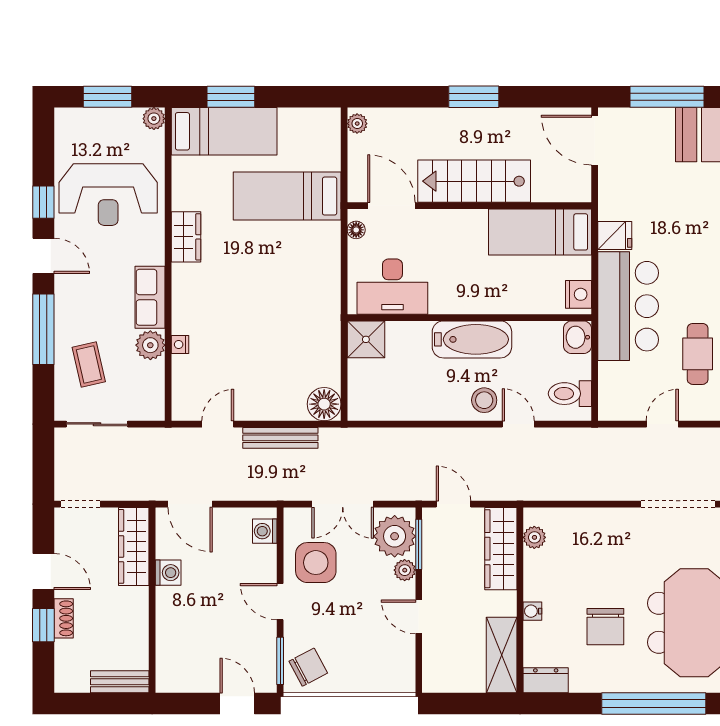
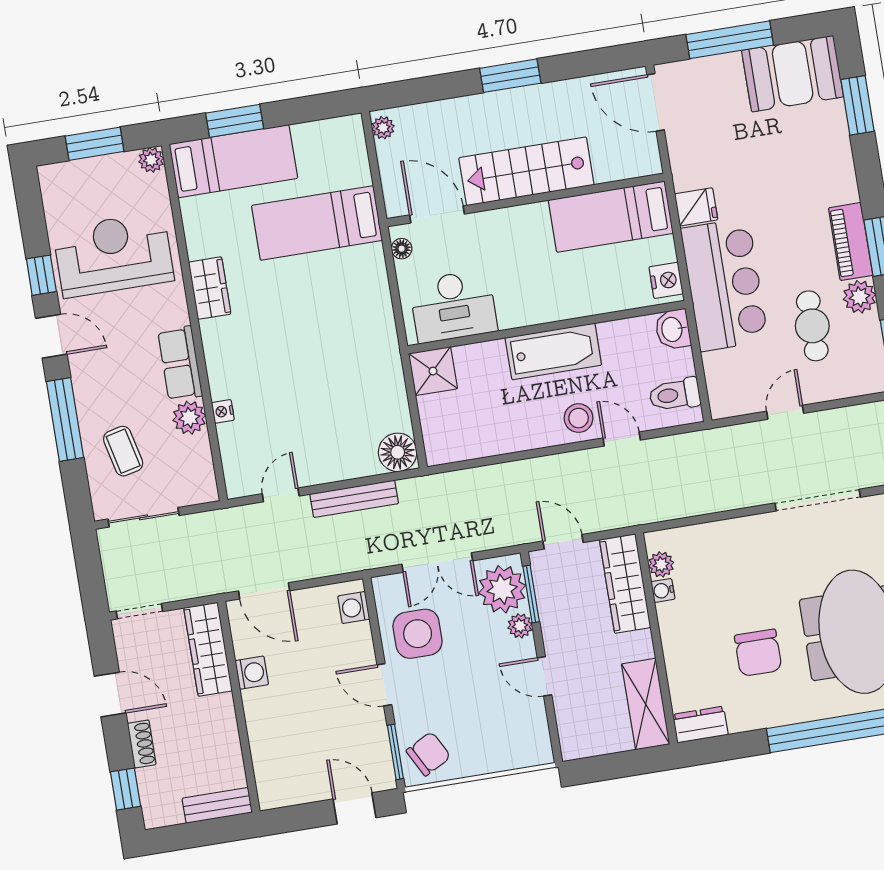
reception desk: (108, 195) -> (113, 255), turned 180
water cooler: (532, 611) -> (663, 590), moved
window: (43, 625) -> (125, 789), moved

